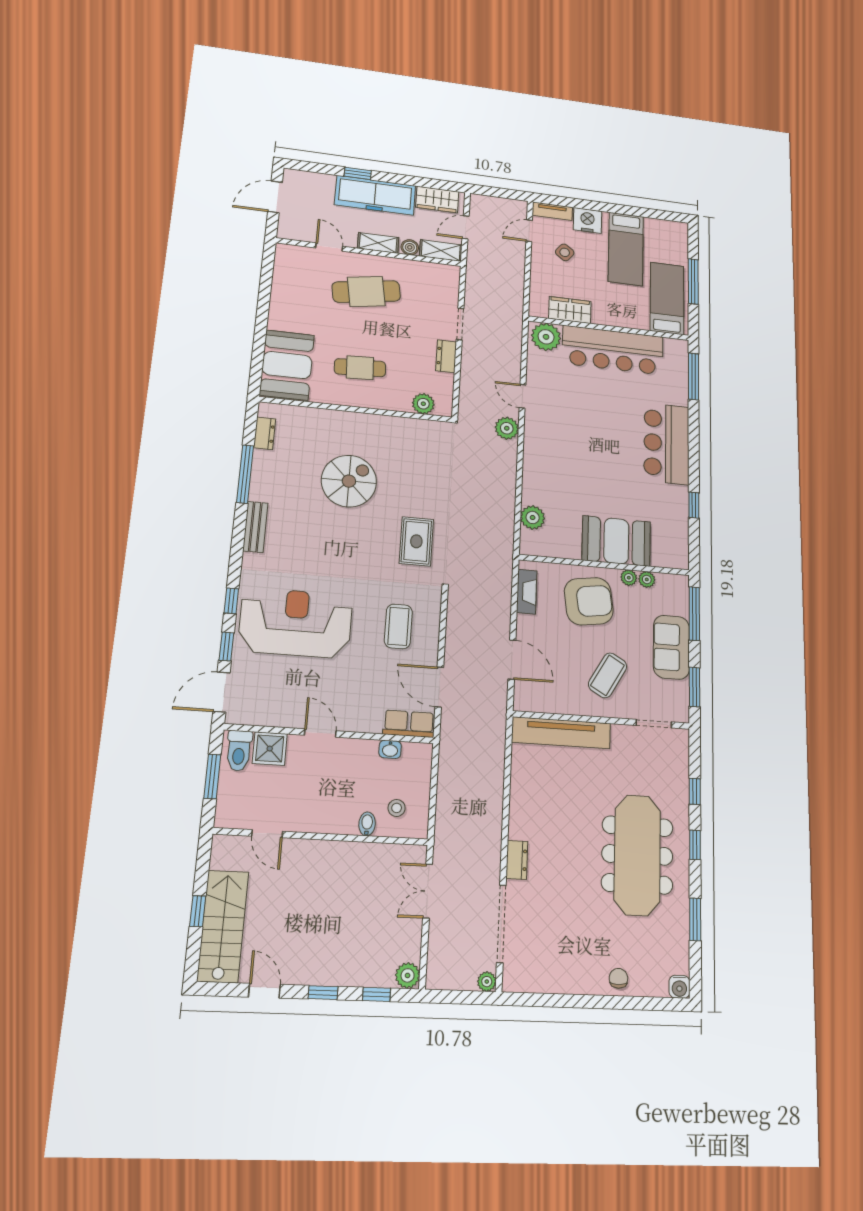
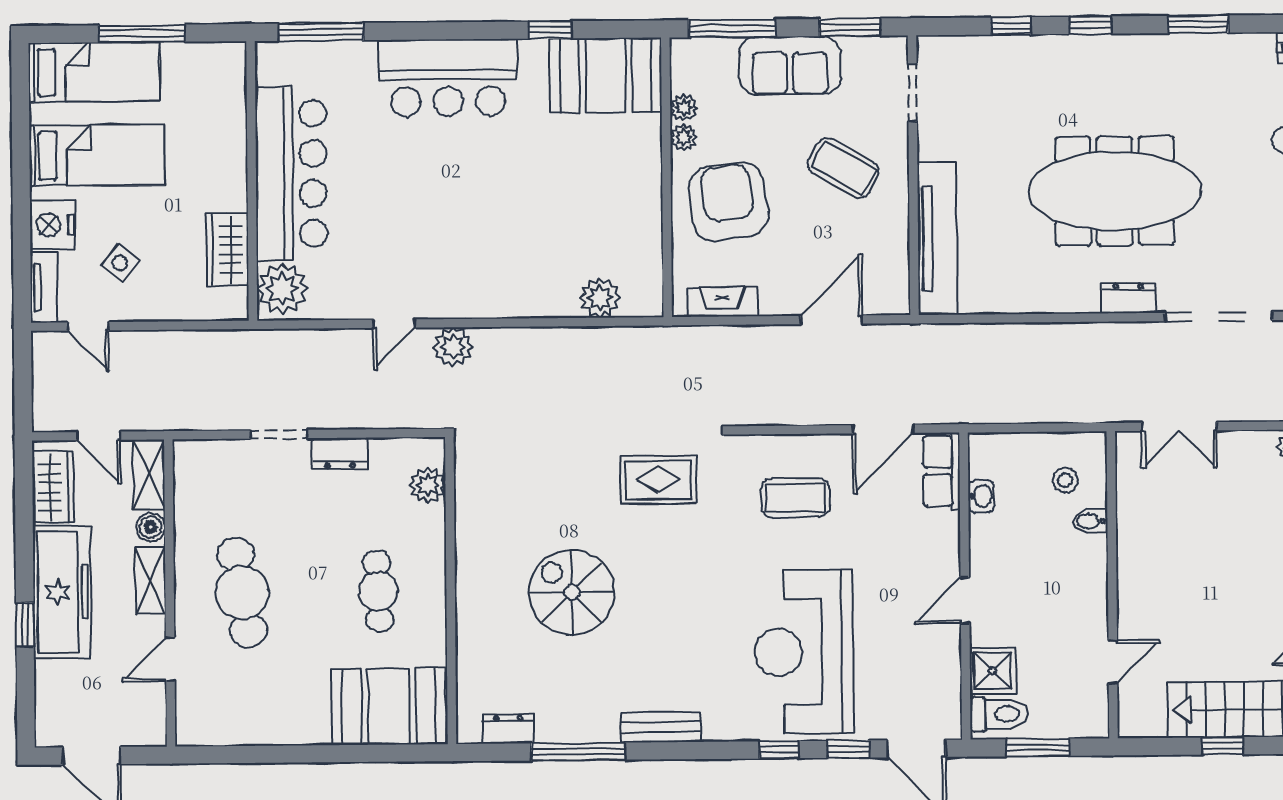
bed: (667, 298) -> (94, 72), moved, turned 180
booth: (616, 541) -> (606, 75), moved, turned 90
meeting table: (637, 855) -> (1115, 191), moved

